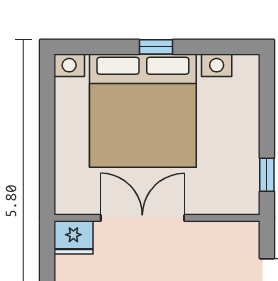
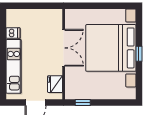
fridge: (73, 237) -> (55, 84), moved

